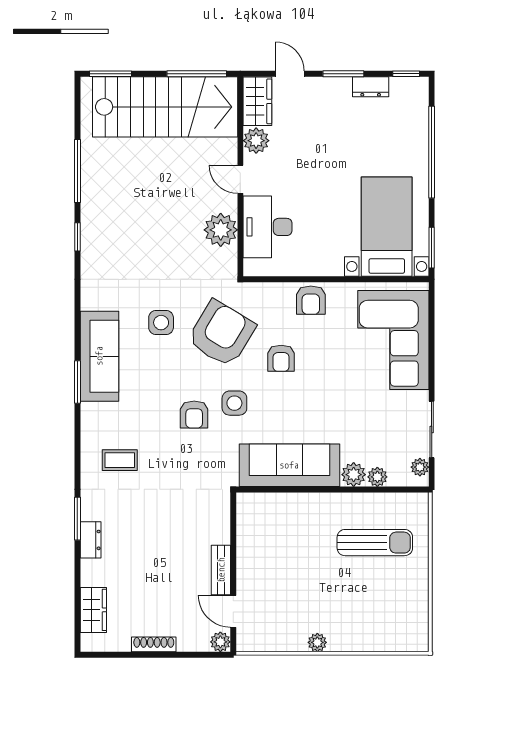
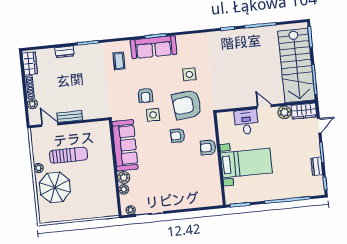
door: (240, 179) -> (264, 106), hinge flipped
desk: (268, 227) -> (246, 122), width x0.73
bed with nightstands: (387, 227) -> (246, 163), moved
plant: (221, 230) -> (238, 99), removed
armchair: (221, 334) -> (187, 105), turned 143
corner sofa: (393, 340) -> (192, 190), removed
sofa: (99, 356) -> (154, 47), moved
armchair: (194, 415) -> (145, 95), turned -90
dresser: (91, 540) -> (64, 52), moved
sun lounger: (375, 543) -> (68, 155), moved, turned -90
wardrobe: (93, 610) -> (30, 64), moved, turned -90
door: (233, 611) -> (50, 125), hinge flipped
parasol: (359, 614) -> (55, 187), added
plant: (220, 642) -> (32, 104), moved

